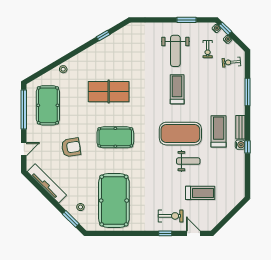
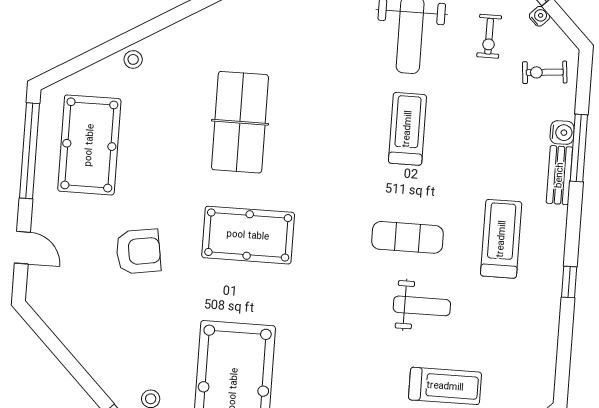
table tennis table: (109, 92) -> (240, 122), turned 90
bench: (240, 127) -> (559, 175), moved
exercise mat: (180, 134) -> (408, 237), width x0.50, depth x0.69
water cooler: (240, 145) -> (562, 132), moved
door: (24, 149) -> (22, 248), hinge flipped
tv unit: (47, 183) -> (73, 335), removed

